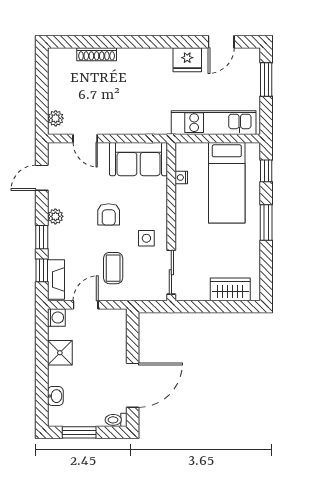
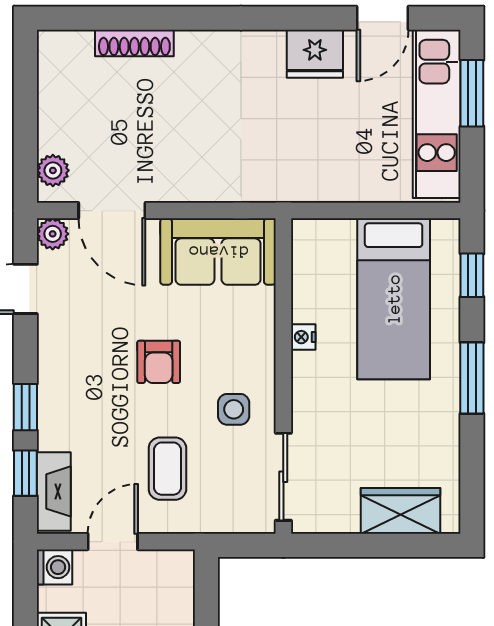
kitchen unit: (214, 123) -> (437, 114), moved, turned -90
door: (85, 138) -> (112, 211), width x1.38
nightstand: (181, 178) -> (303, 337), moved
plant: (55, 216) -> (53, 234), moved

